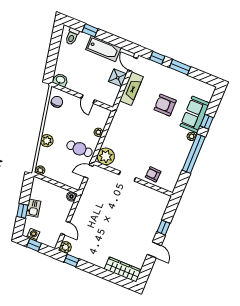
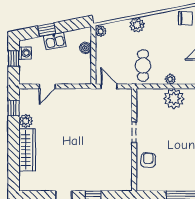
plant: (106, 156) -> (174, 99), moved
door: (89, 172) -> (109, 86), moved
boiler: (72, 196) -> (86, 48), moved
plant: (65, 247) -> (26, 121), moved
wardrobe: (123, 270) -> (27, 150), moved

